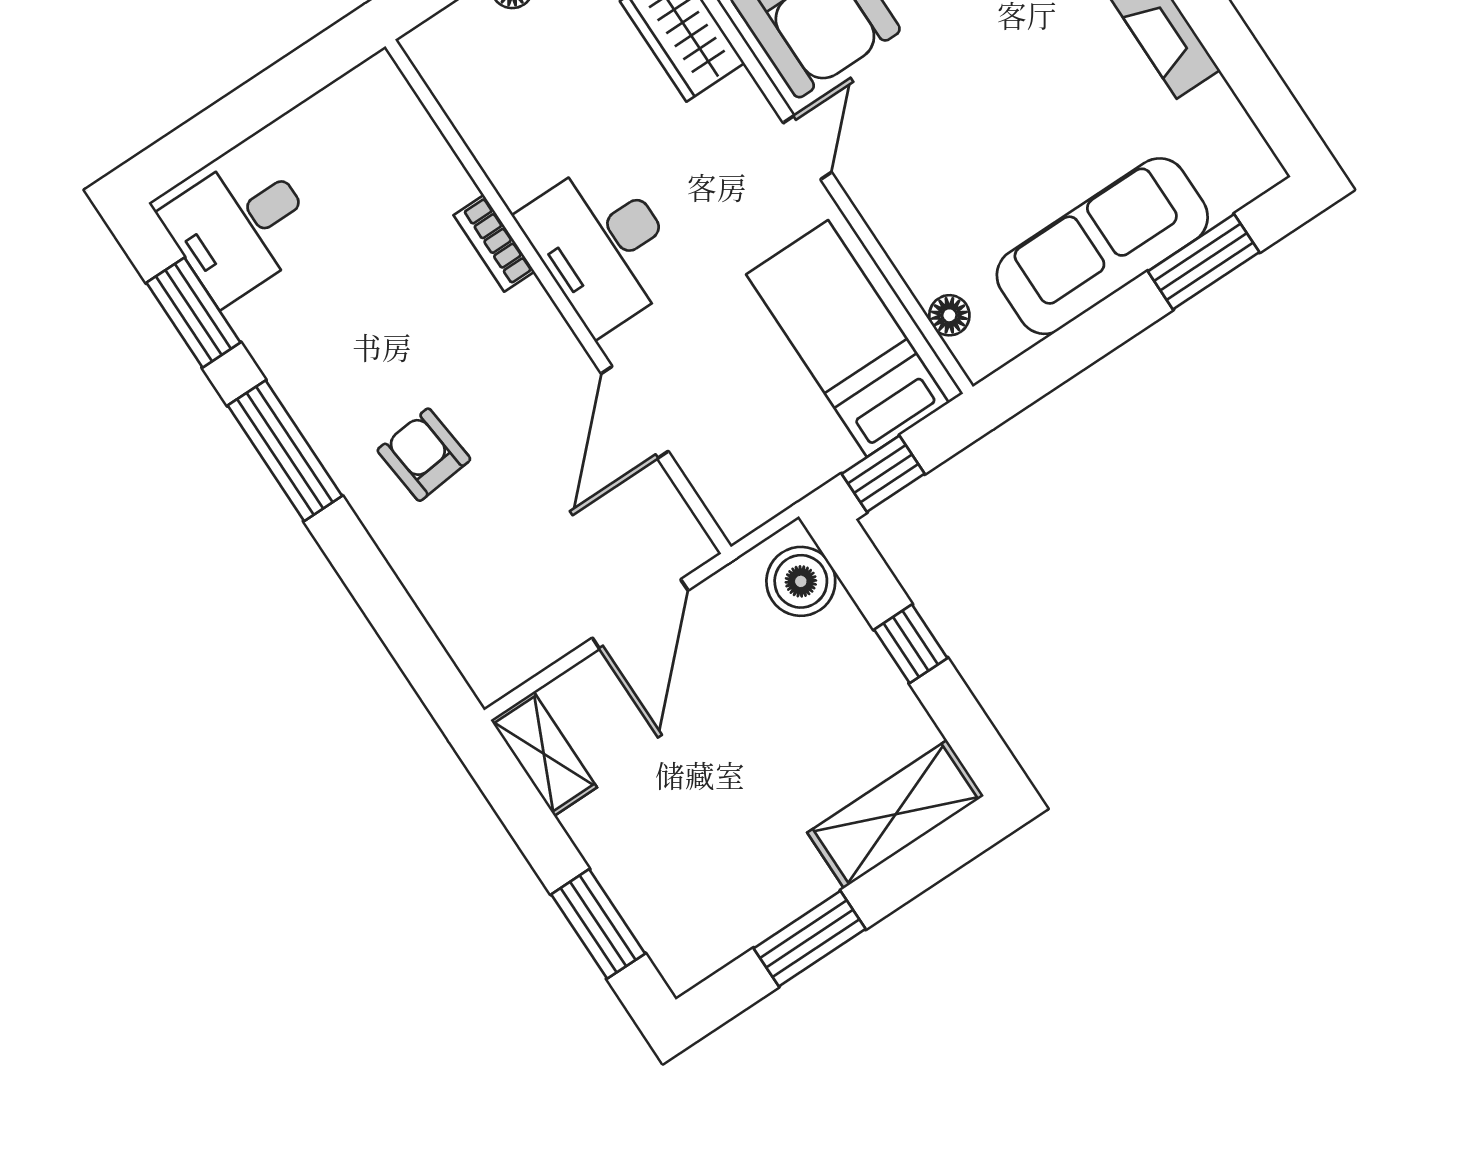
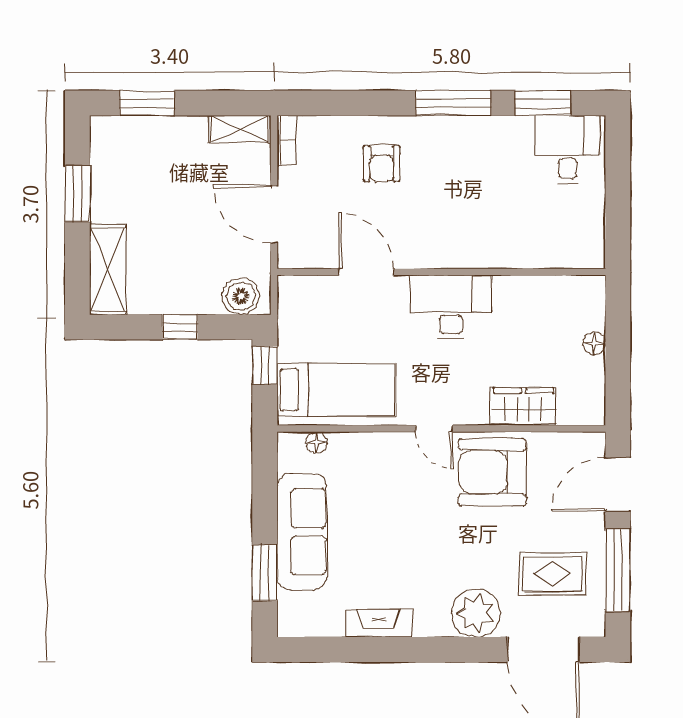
bookcase: (494, 243) -> (287, 140), moved, turned 90
armchair: (424, 455) -> (382, 163), moved, turned 96

